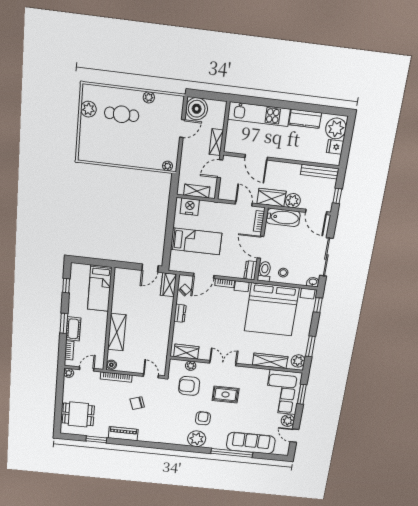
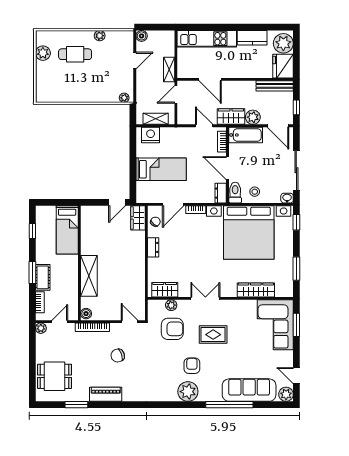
boiler: (197, 109) -> (142, 36), width x0.54, depth x0.54
fridge: (335, 147) -> (283, 66), width x1.88, depth x1.34
plant: (298, 361) -> (286, 287), removed
armchair: (189, 386) -> (172, 329), turned 180
plant: (288, 421) -> (286, 394), moved

